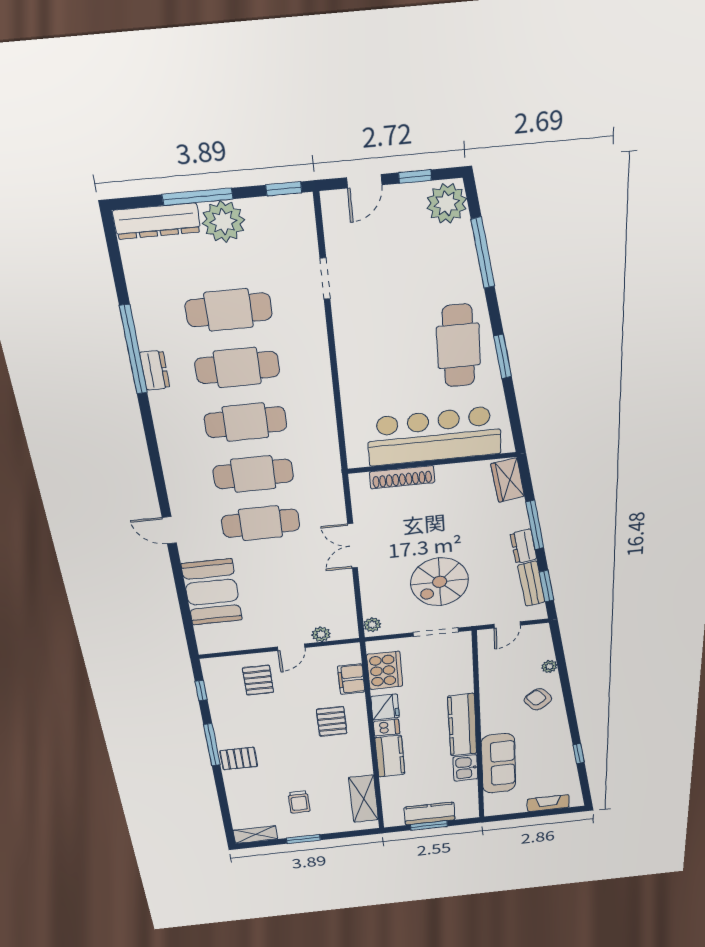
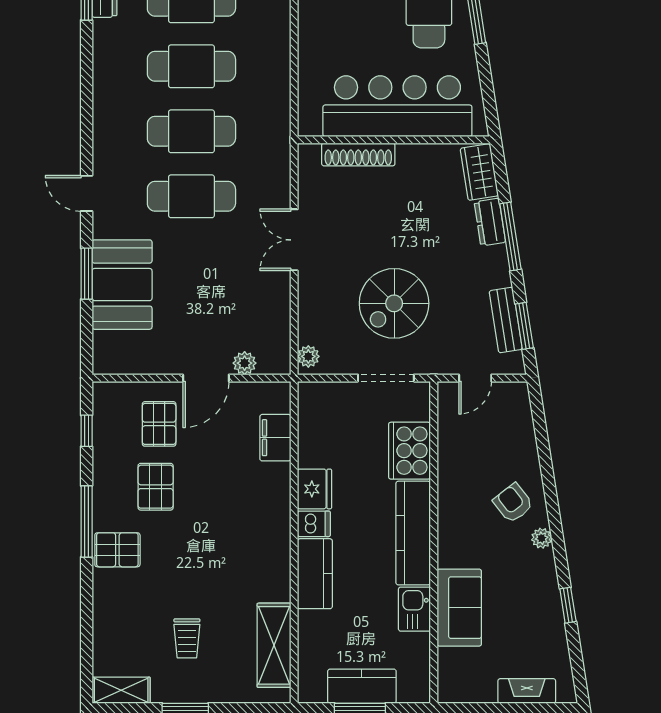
dresser: (523, 546) -> (490, 222), moved
window: (181, 588) -> (87, 274), added
door: (291, 647) -> (206, 378), width x1.38
plant: (549, 667) -> (542, 538), moved
cooker: (385, 670) -> (409, 451), moved, turned 180
pallet: (332, 721) -> (156, 487), moved
sofa: (498, 764) -> (459, 608), width x0.73

